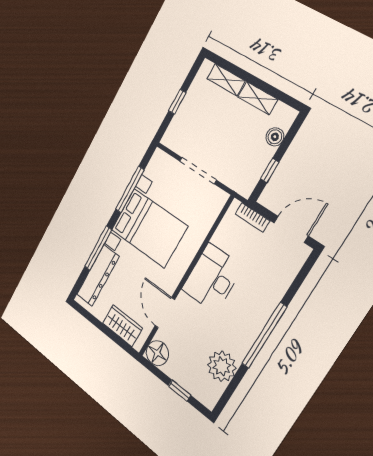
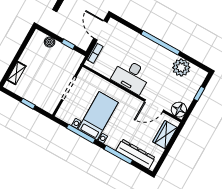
shelving: (258, 98) -> (28, 53), removed
bed with nightstands: (149, 228) -> (98, 116), width x0.73

